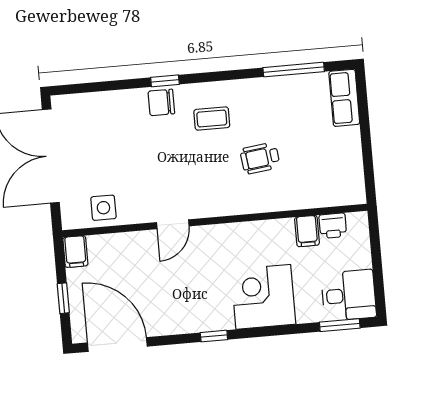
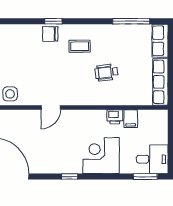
row of seats: (351, 166) -> (160, 82), added
printer: (333, 226) -> (115, 117), moved

